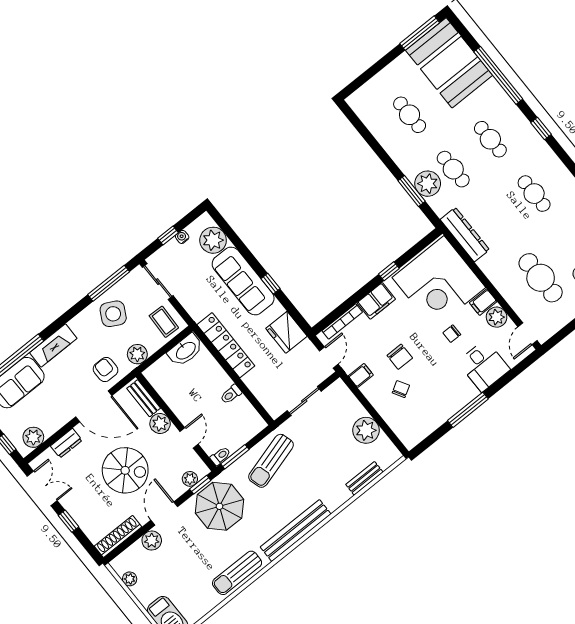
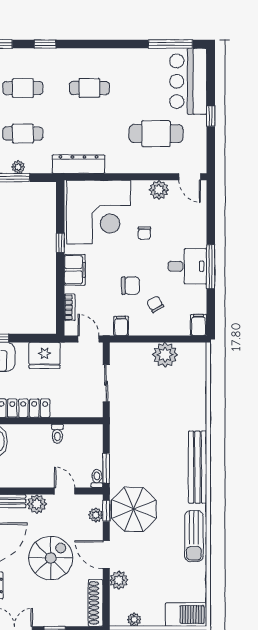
plant: (428, 184) -> (18, 167), width x0.53, depth x0.53
filing cabinet: (483, 302) -> (198, 325), moved, turned 180
bookcase: (342, 321) -> (70, 307), width x0.64
desk: (484, 366) -> (187, 266), moved
sun lounger: (271, 461) -> (131, 444), removed
bench: (364, 478) -> (200, 385), removed

